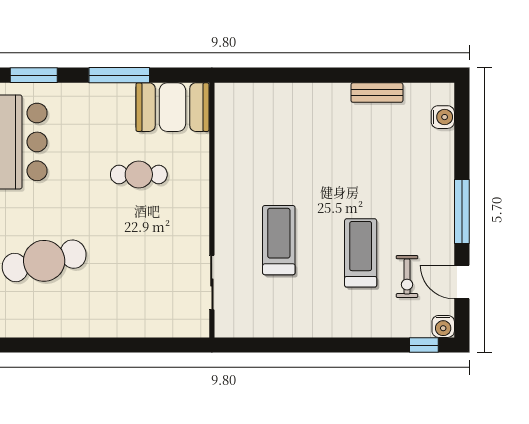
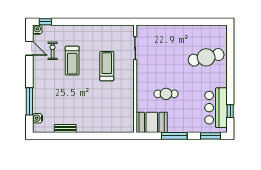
window: (462, 212) -> (29, 101), moved
treadmill: (279, 240) -> (107, 66), turned 180

